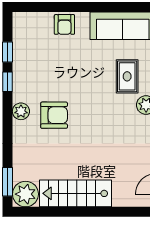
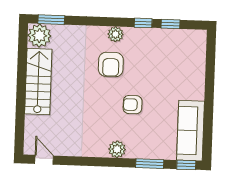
armchair: (64, 24) -> (133, 105), moved
rug: (127, 76) -> (144, 133), removed

